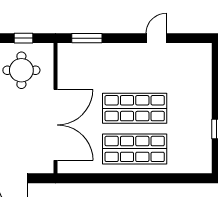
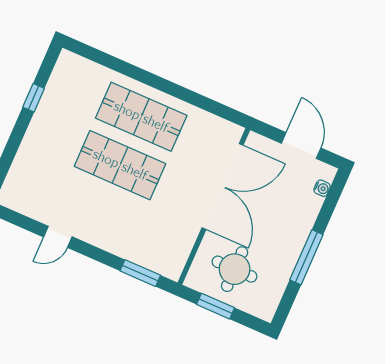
window: (23, 38) -> (215, 306), width x1.50
double door: (55, 125) -> (223, 187), swing flipped

